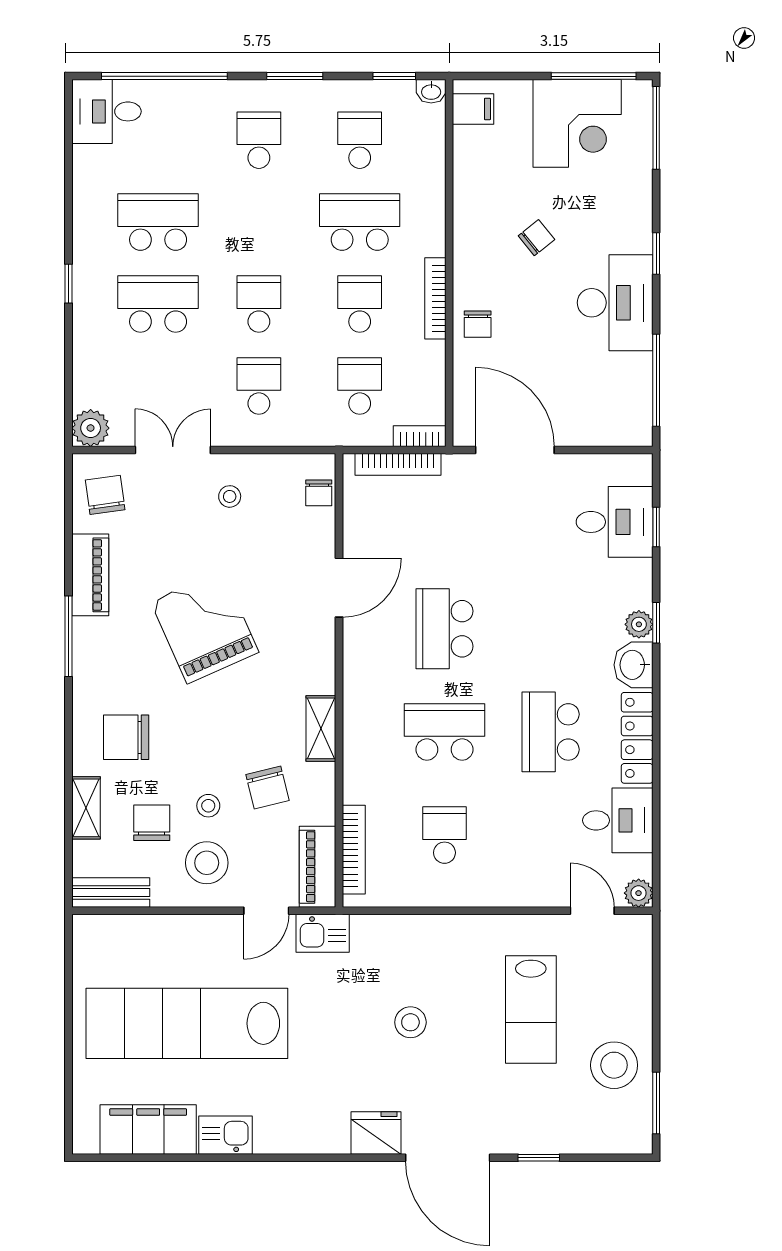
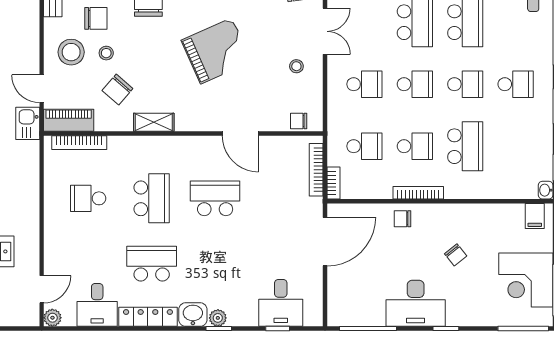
school desk: (360, 140) -> (465, 84), moved
chair: (267, 787) -> (117, 89), turned -35
school desk: (444, 835) -> (88, 198), turned 180

